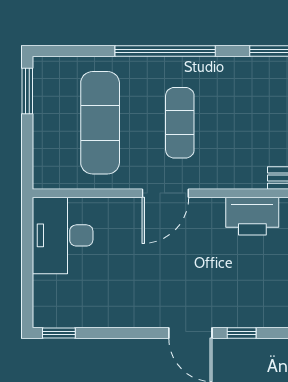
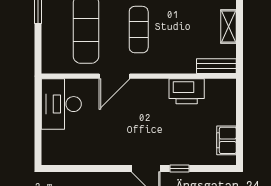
door: (165, 193) -> (114, 76), moved
window: (59, 333) -> (59, 168), removed

